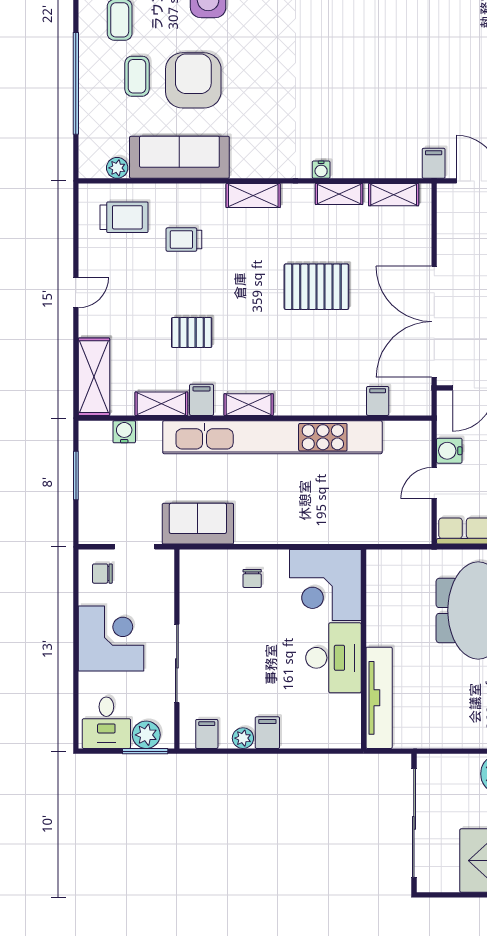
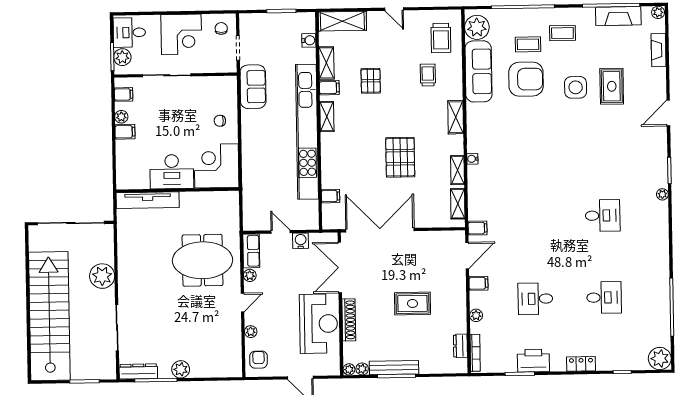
plant: (117, 168) -> (477, 27), width x1.88, depth x1.88

